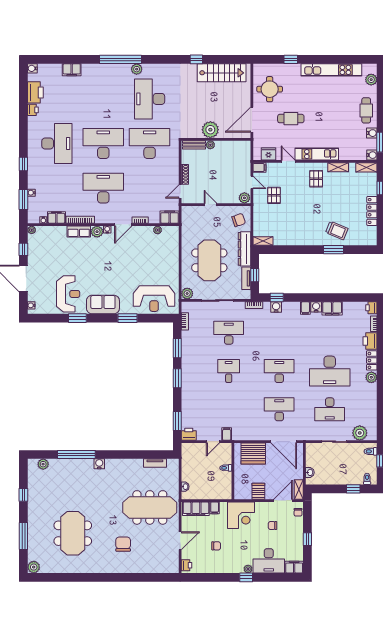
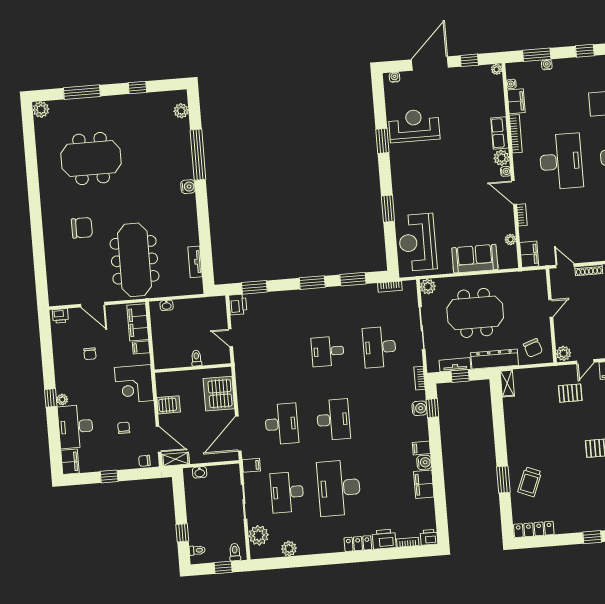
locker: (372, 211) -> (534, 529), moved
reception desk: (68, 294) -> (414, 126), turned 180
sofa: (103, 304) -> (475, 259), moved, turned -90
desk: (229, 333) -> (379, 347), turned 180
desk: (229, 371) -> (328, 351), turned 180
plant: (371, 377) -> (289, 549), moved
filing cabinet: (227, 434) -> (251, 465), moved

